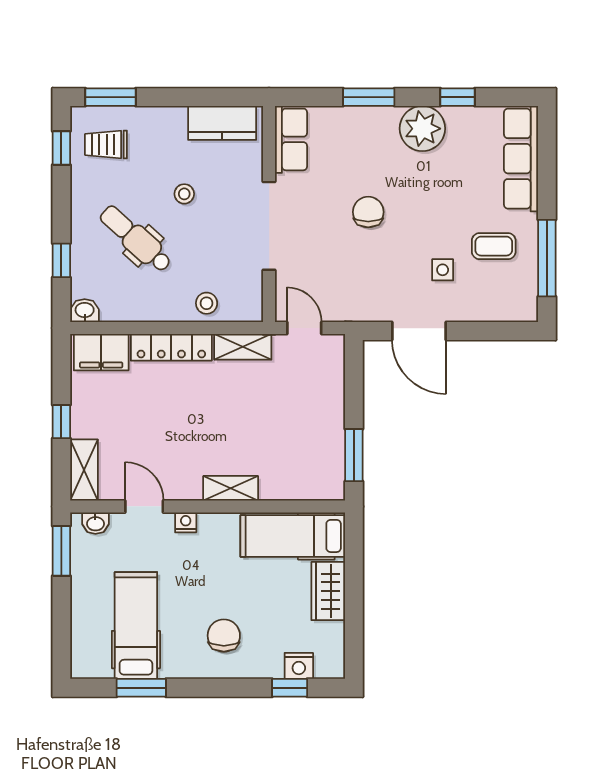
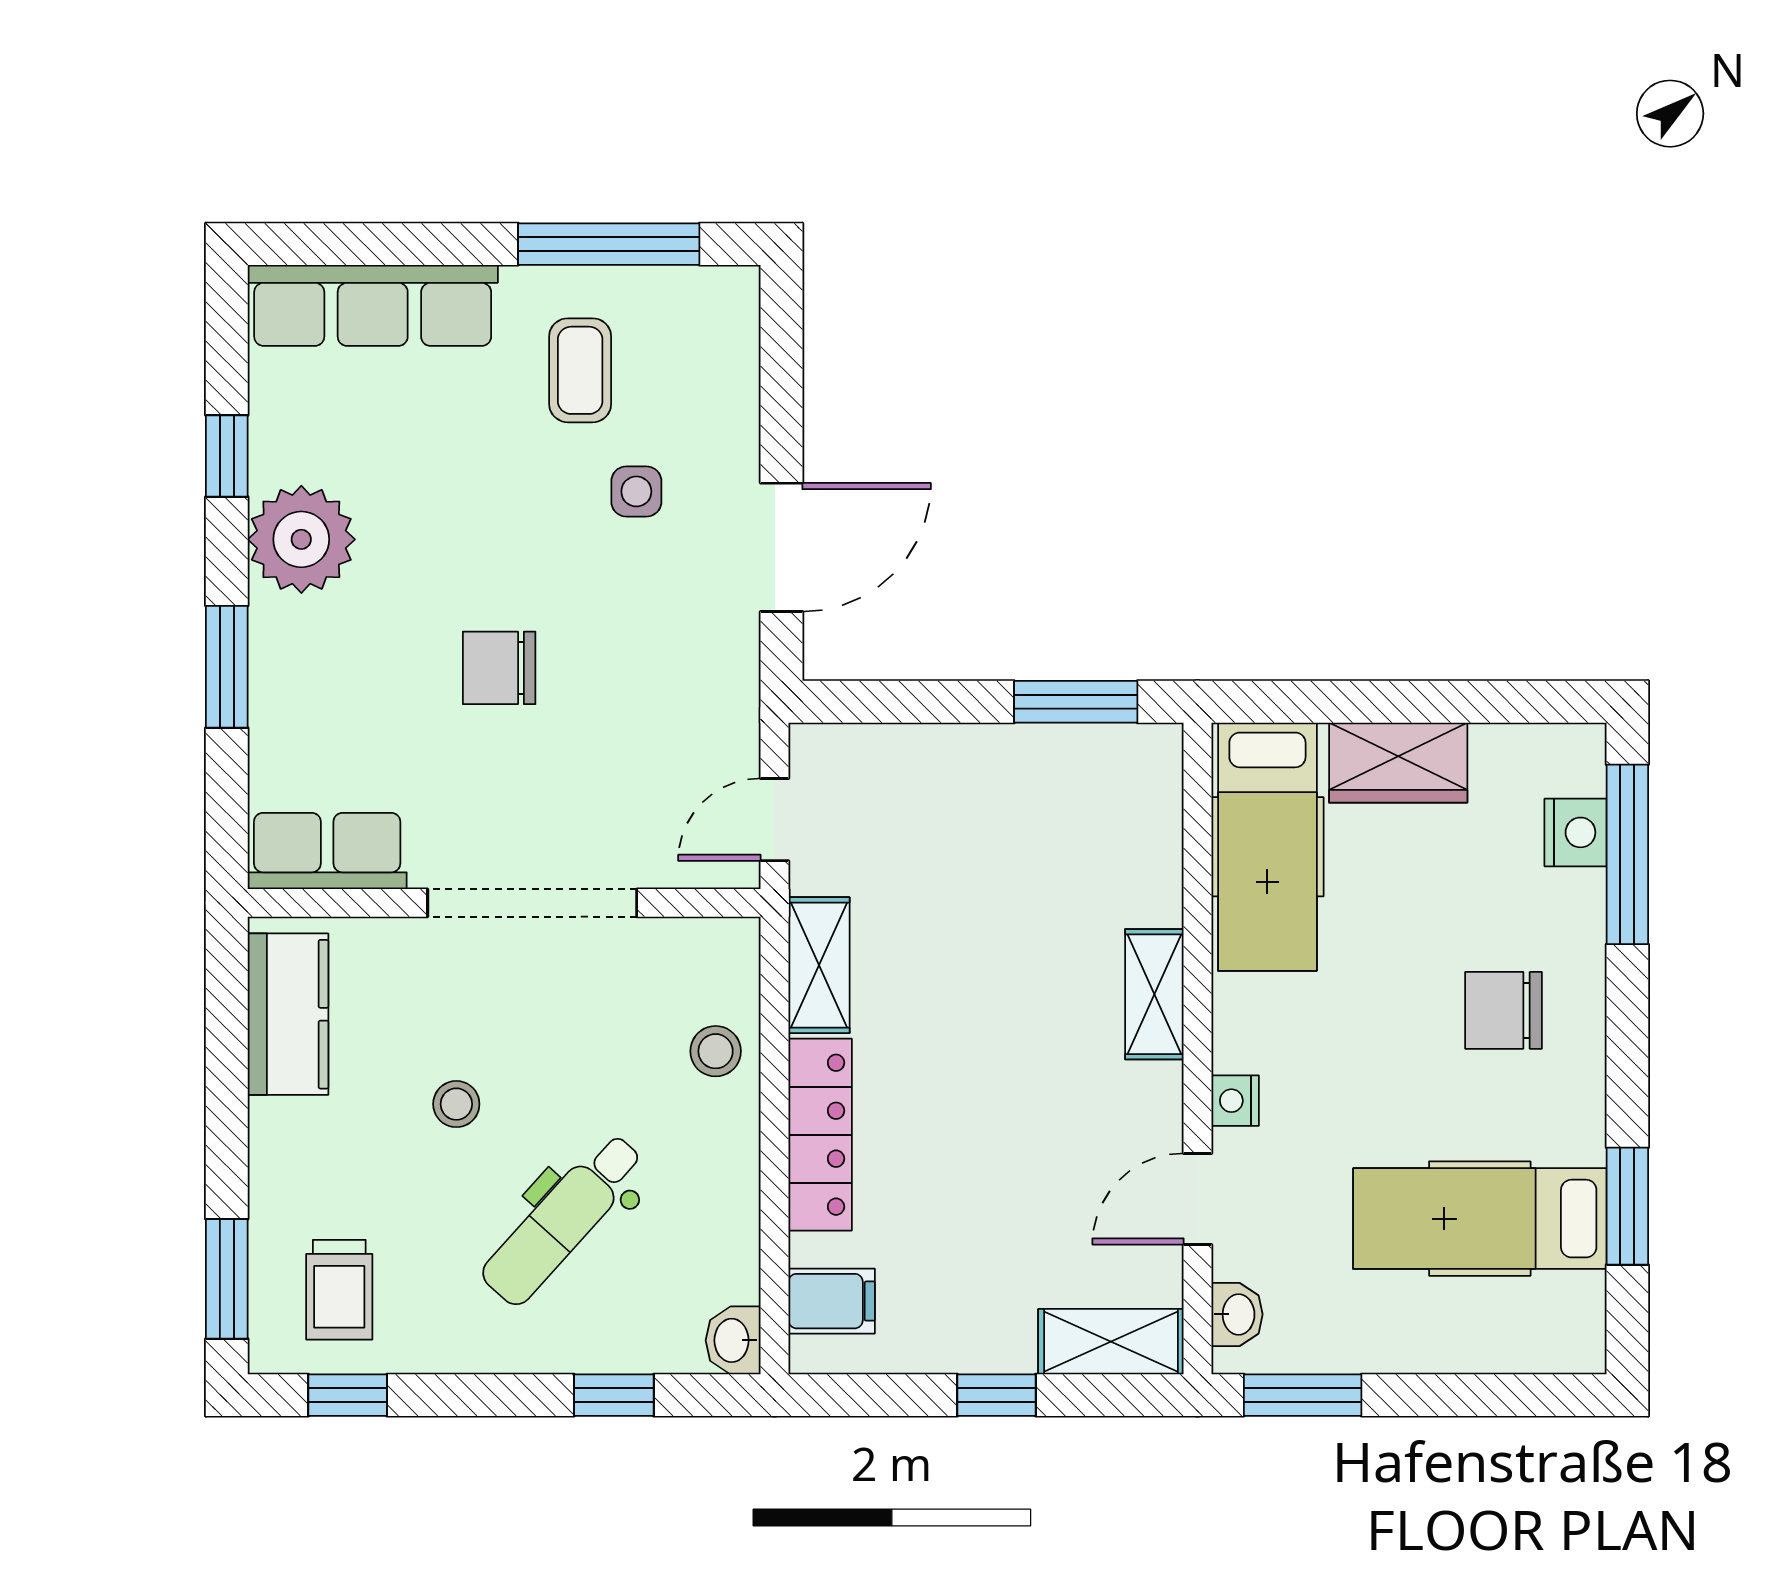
filing cabinet: (101, 352) -> (832, 1301), width x0.50
window: (290, 688) -> (1627, 854), width x2.17

